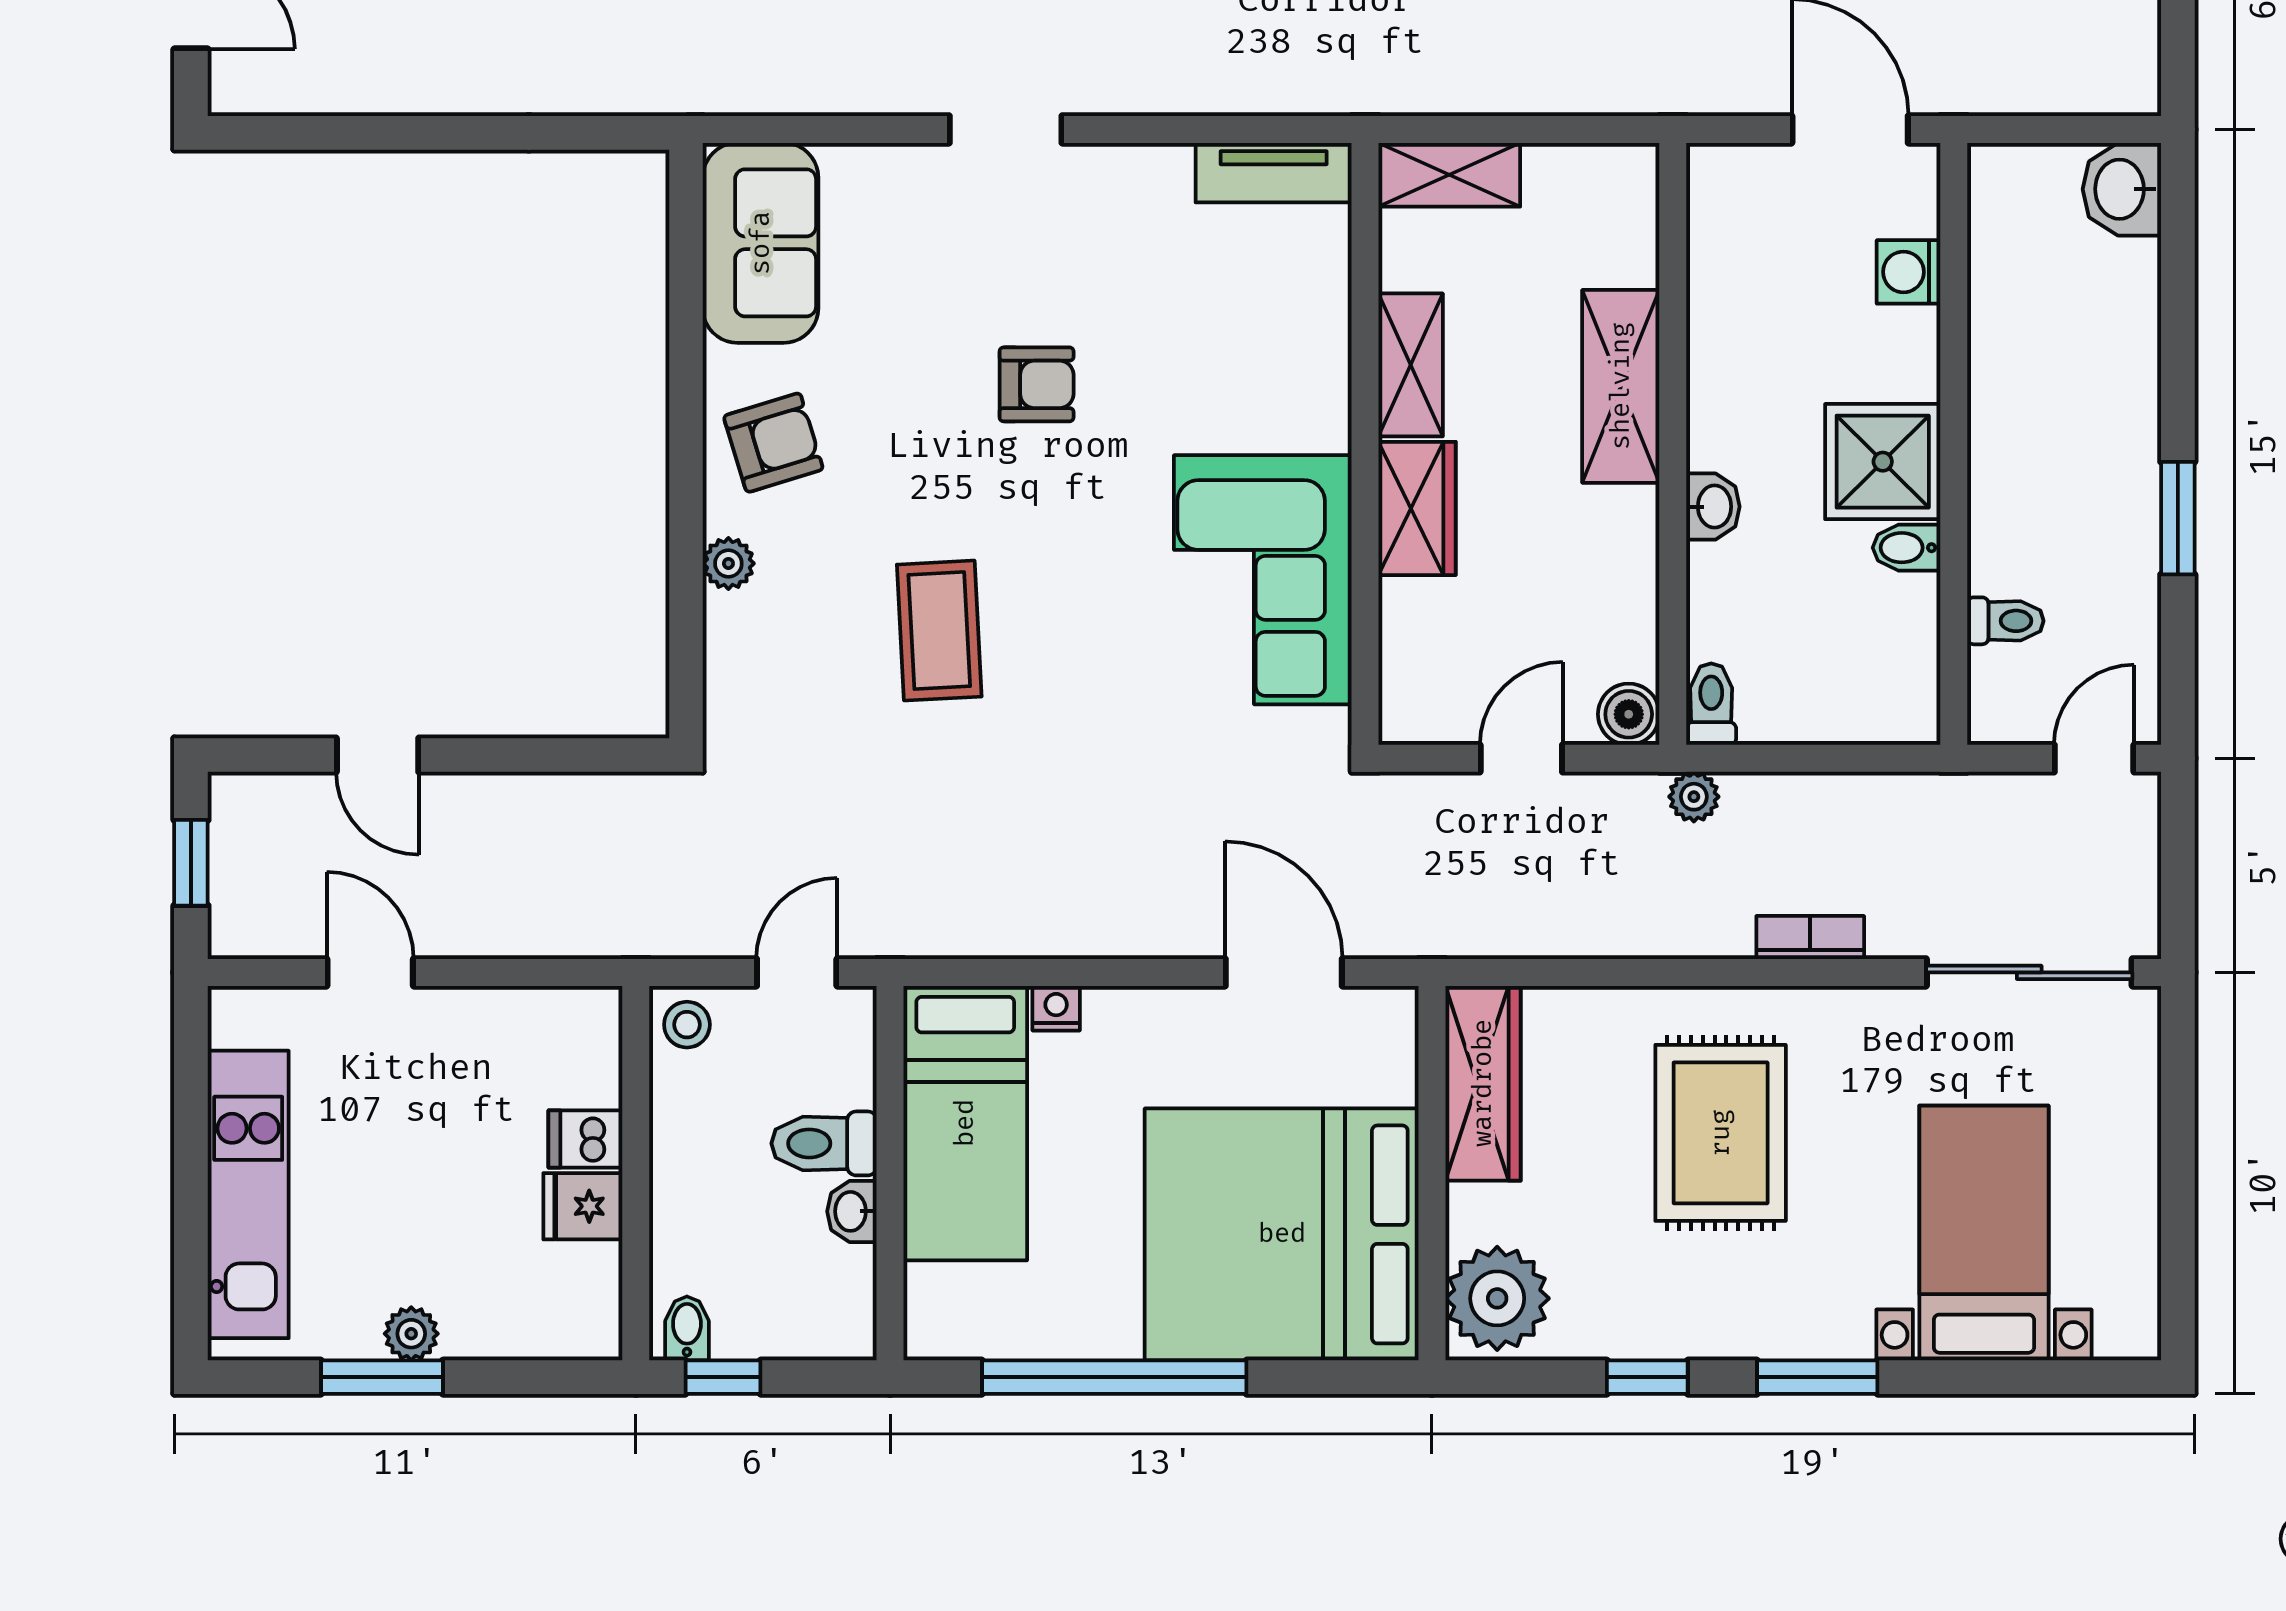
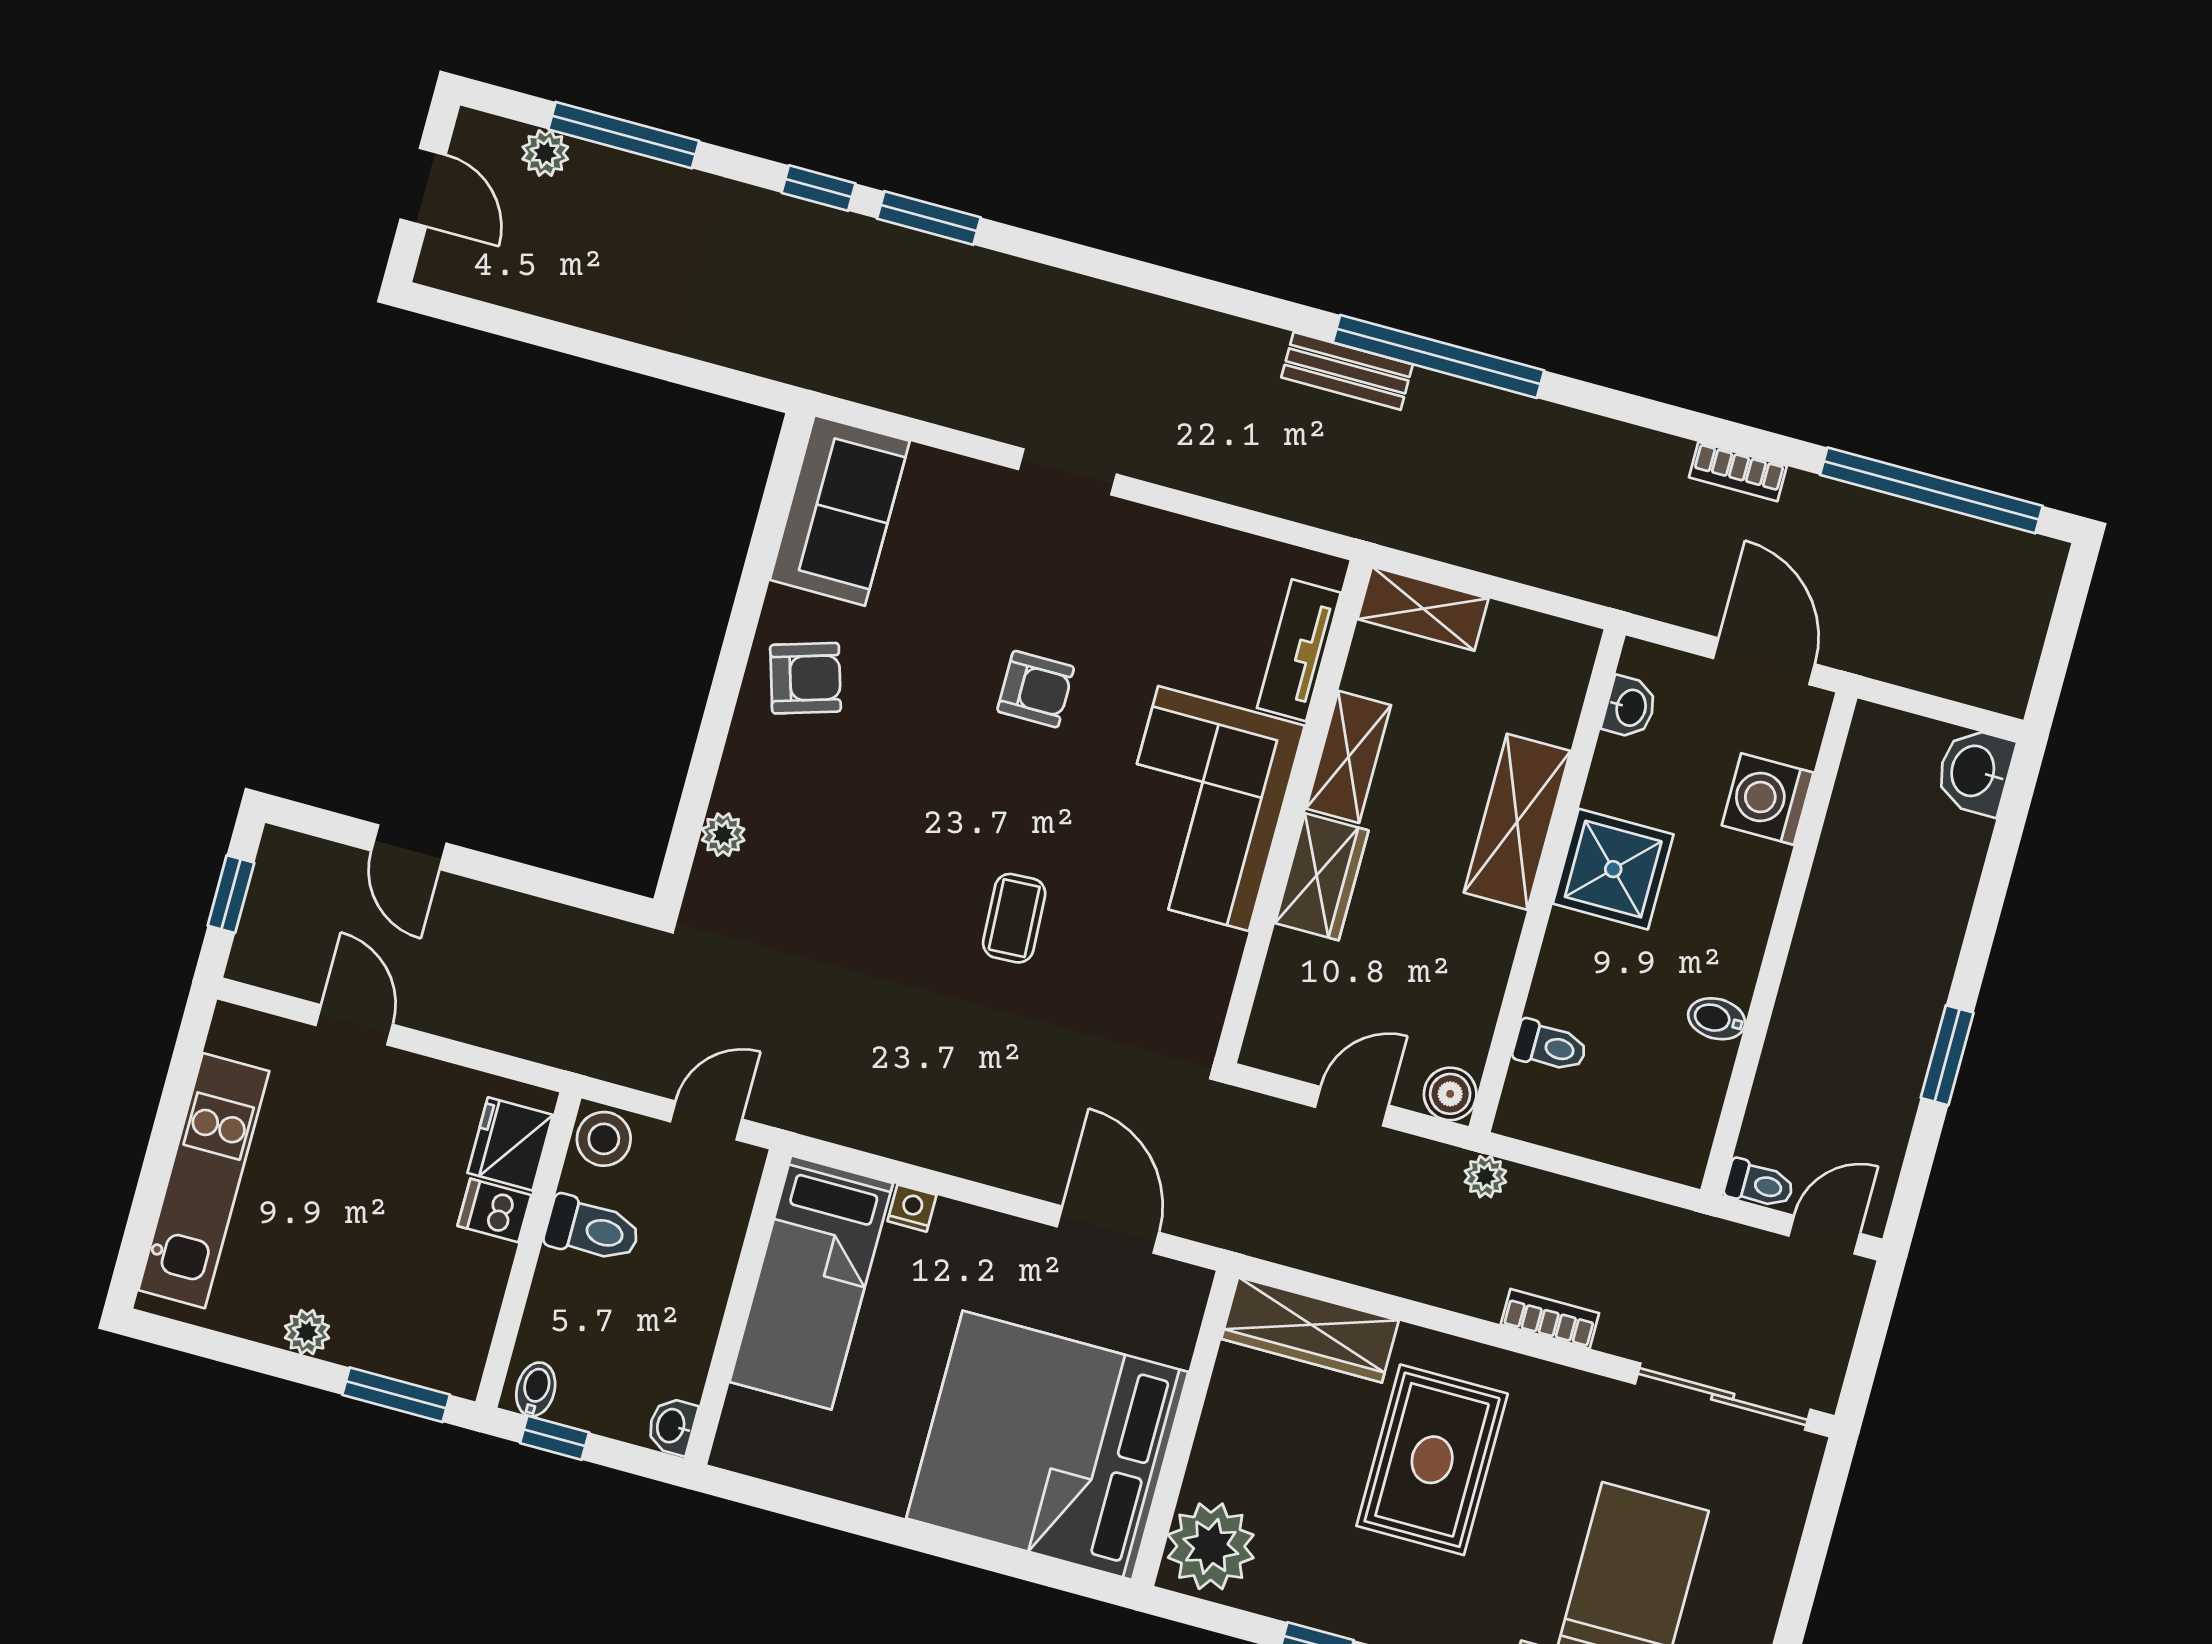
tv unit: (1274, 173) -> (1299, 650), moved, turned 90
washing machine: (1909, 272) -> (1768, 799), width x1.38, depth x1.38
shower: (1883, 462) -> (1613, 869), moved
washbasin: (1713, 507) -> (1630, 707), moved
plant: (728, 563) -> (723, 835), moved
corner sofa: (1263, 580) -> (1204, 809), moved
toilet: (2005, 621) -> (1759, 1184), moved
coffee table: (939, 631) -> (1014, 918), moved, width x0.73, depth x0.77
toilet: (1711, 704) -> (1550, 1046), moved, turned 90
stool: (687, 1025) -> (604, 1139), width x1.37, depth x1.37
wardrobe: (1483, 1083) -> (1310, 1330), moved, turned 90
toilet: (824, 1143) -> (592, 1230), moved, turned 180
fridge: (583, 1206) -> (510, 1144), moved, width x1.38
washbasin: (852, 1211) -> (672, 1426), moved
window: (382, 1377) -> (396, 1395), moved
window: (1114, 1377) -> (877, 1525), removed

